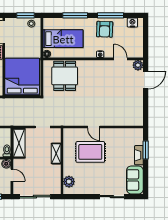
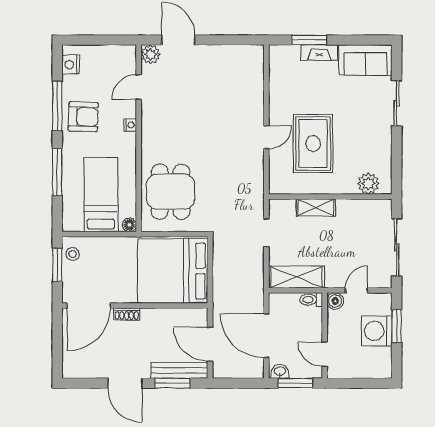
dining table: (65, 76) -> (171, 192), turned 90

